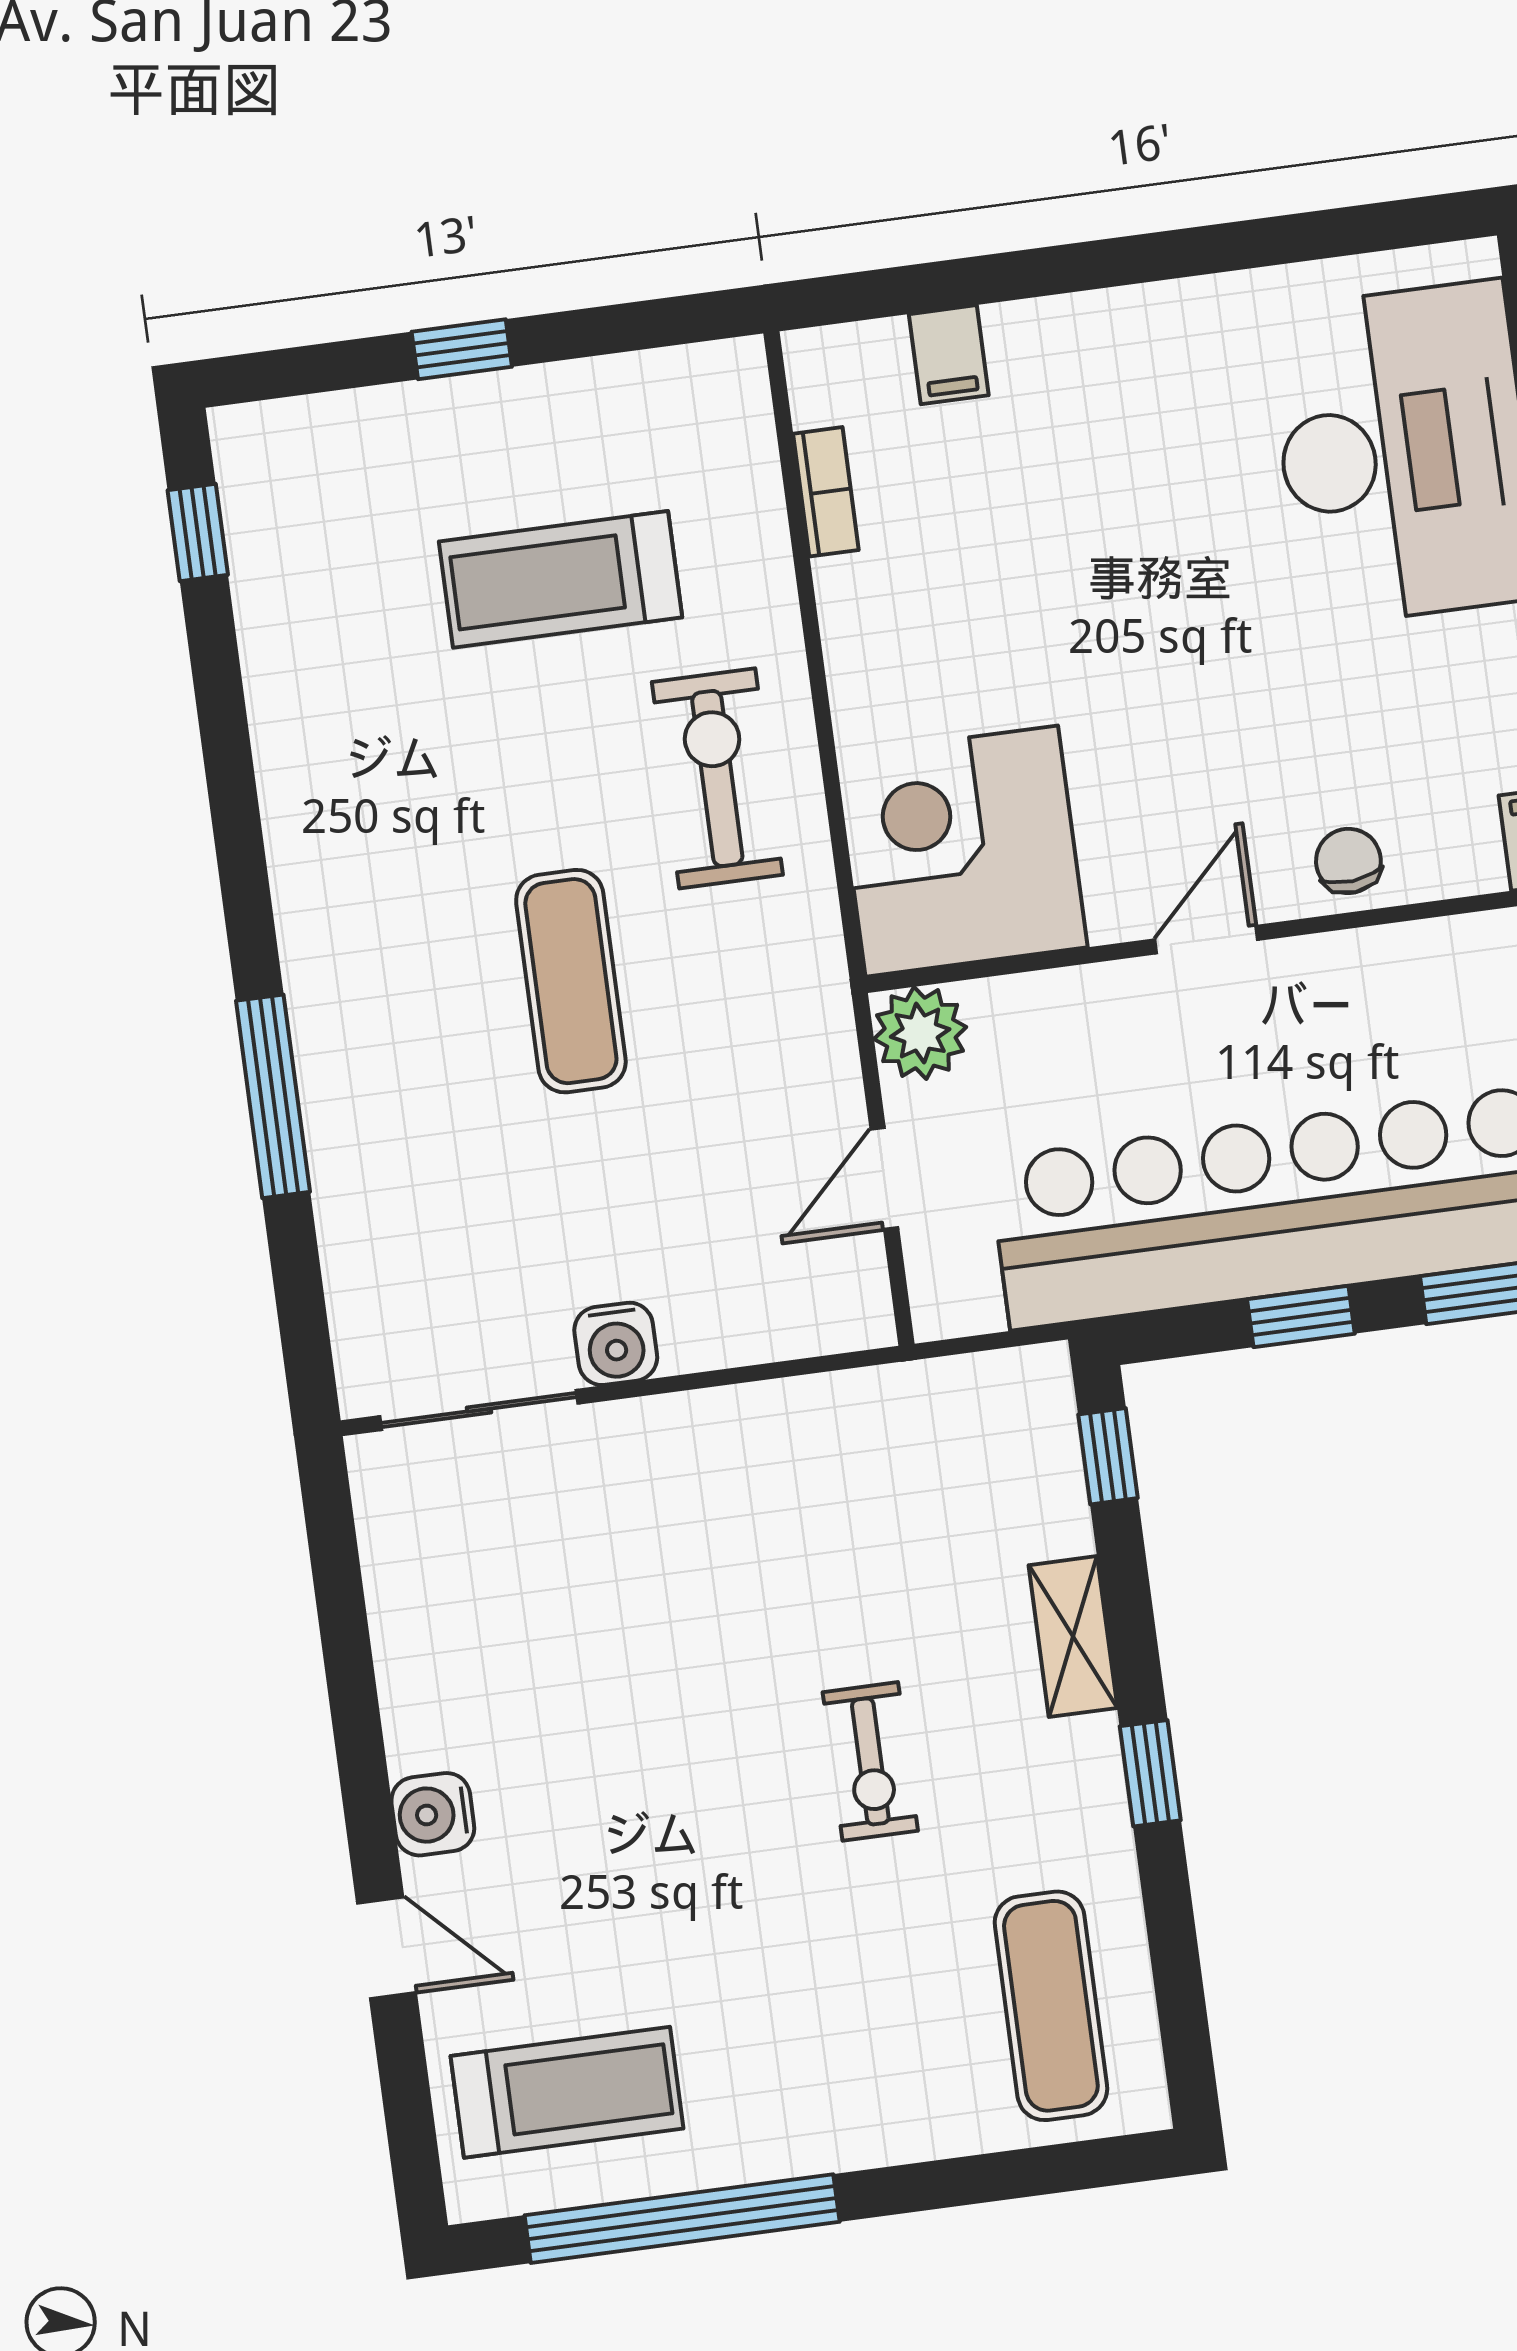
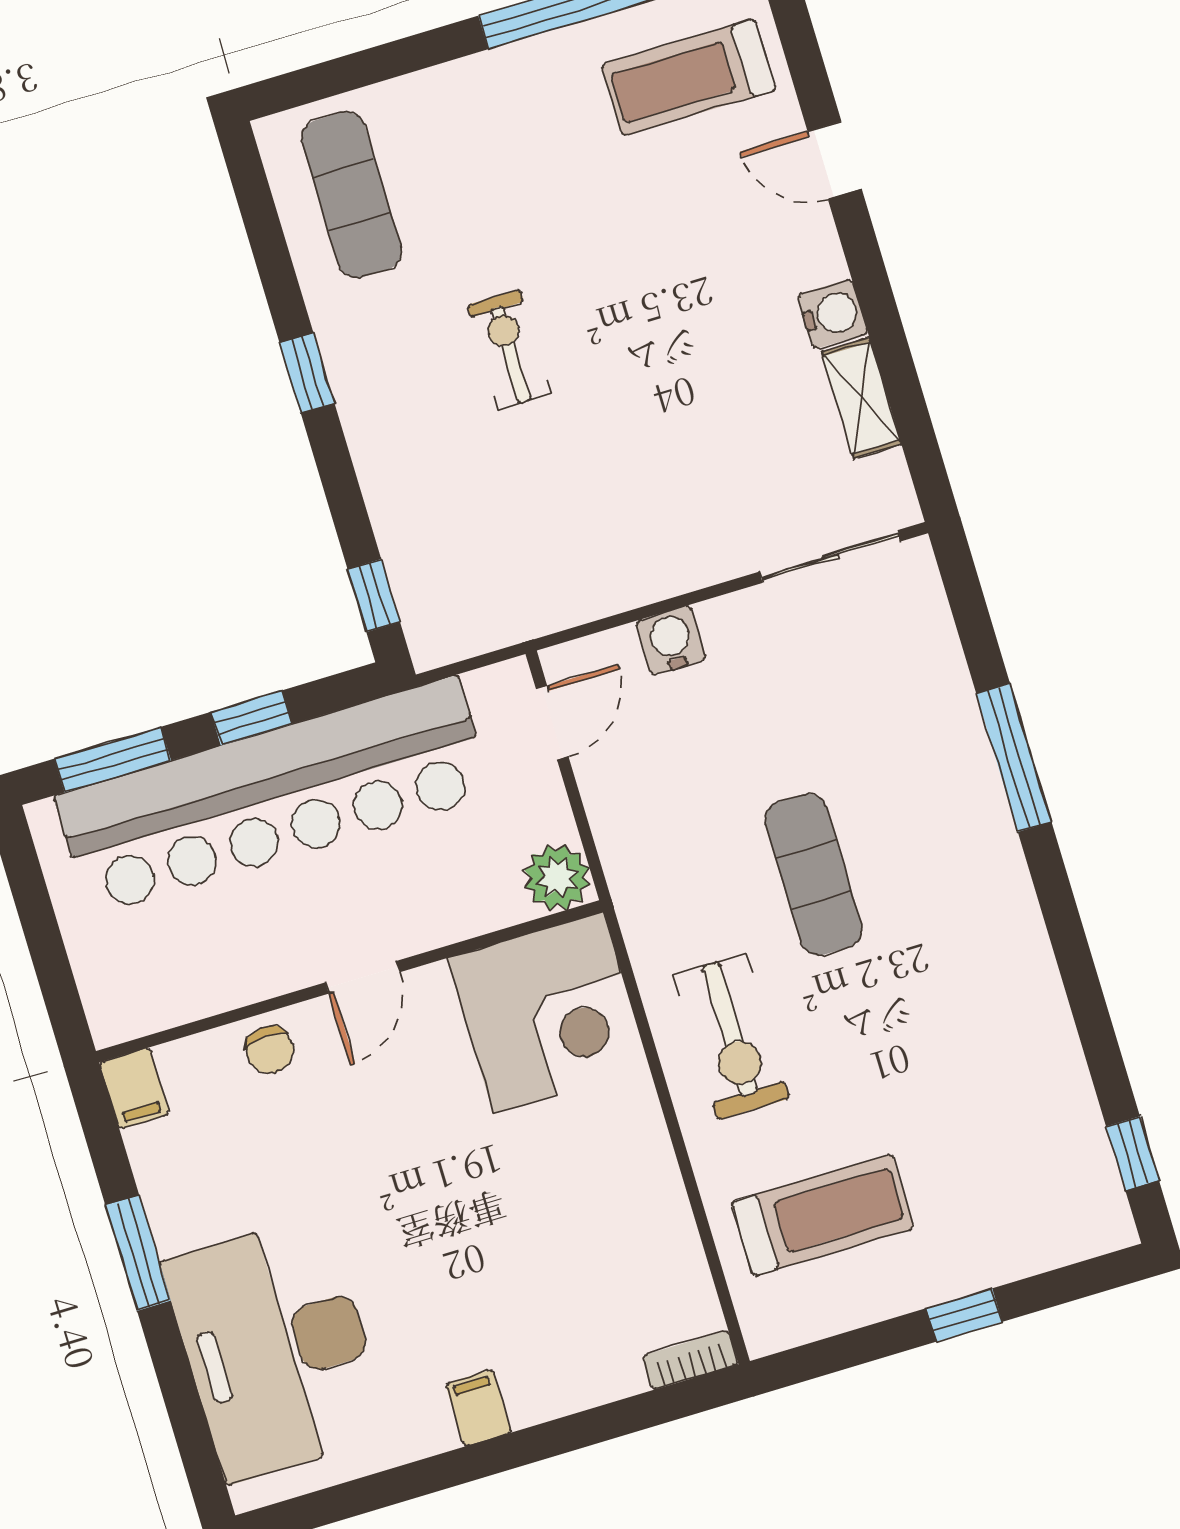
filing cabinet: (949, 355) -> (479, 1408), moved
bookcase: (826, 492) -> (690, 1360), moved, turned 90
treadmill: (561, 579) -> (823, 1215), moved
door: (884, 1178) -> (552, 723), moved
water cooler: (616, 1344) -> (671, 640), moved
shelving: (1073, 1637) -> (862, 398), moved
water cooler: (433, 1814) -> (833, 314), moved

